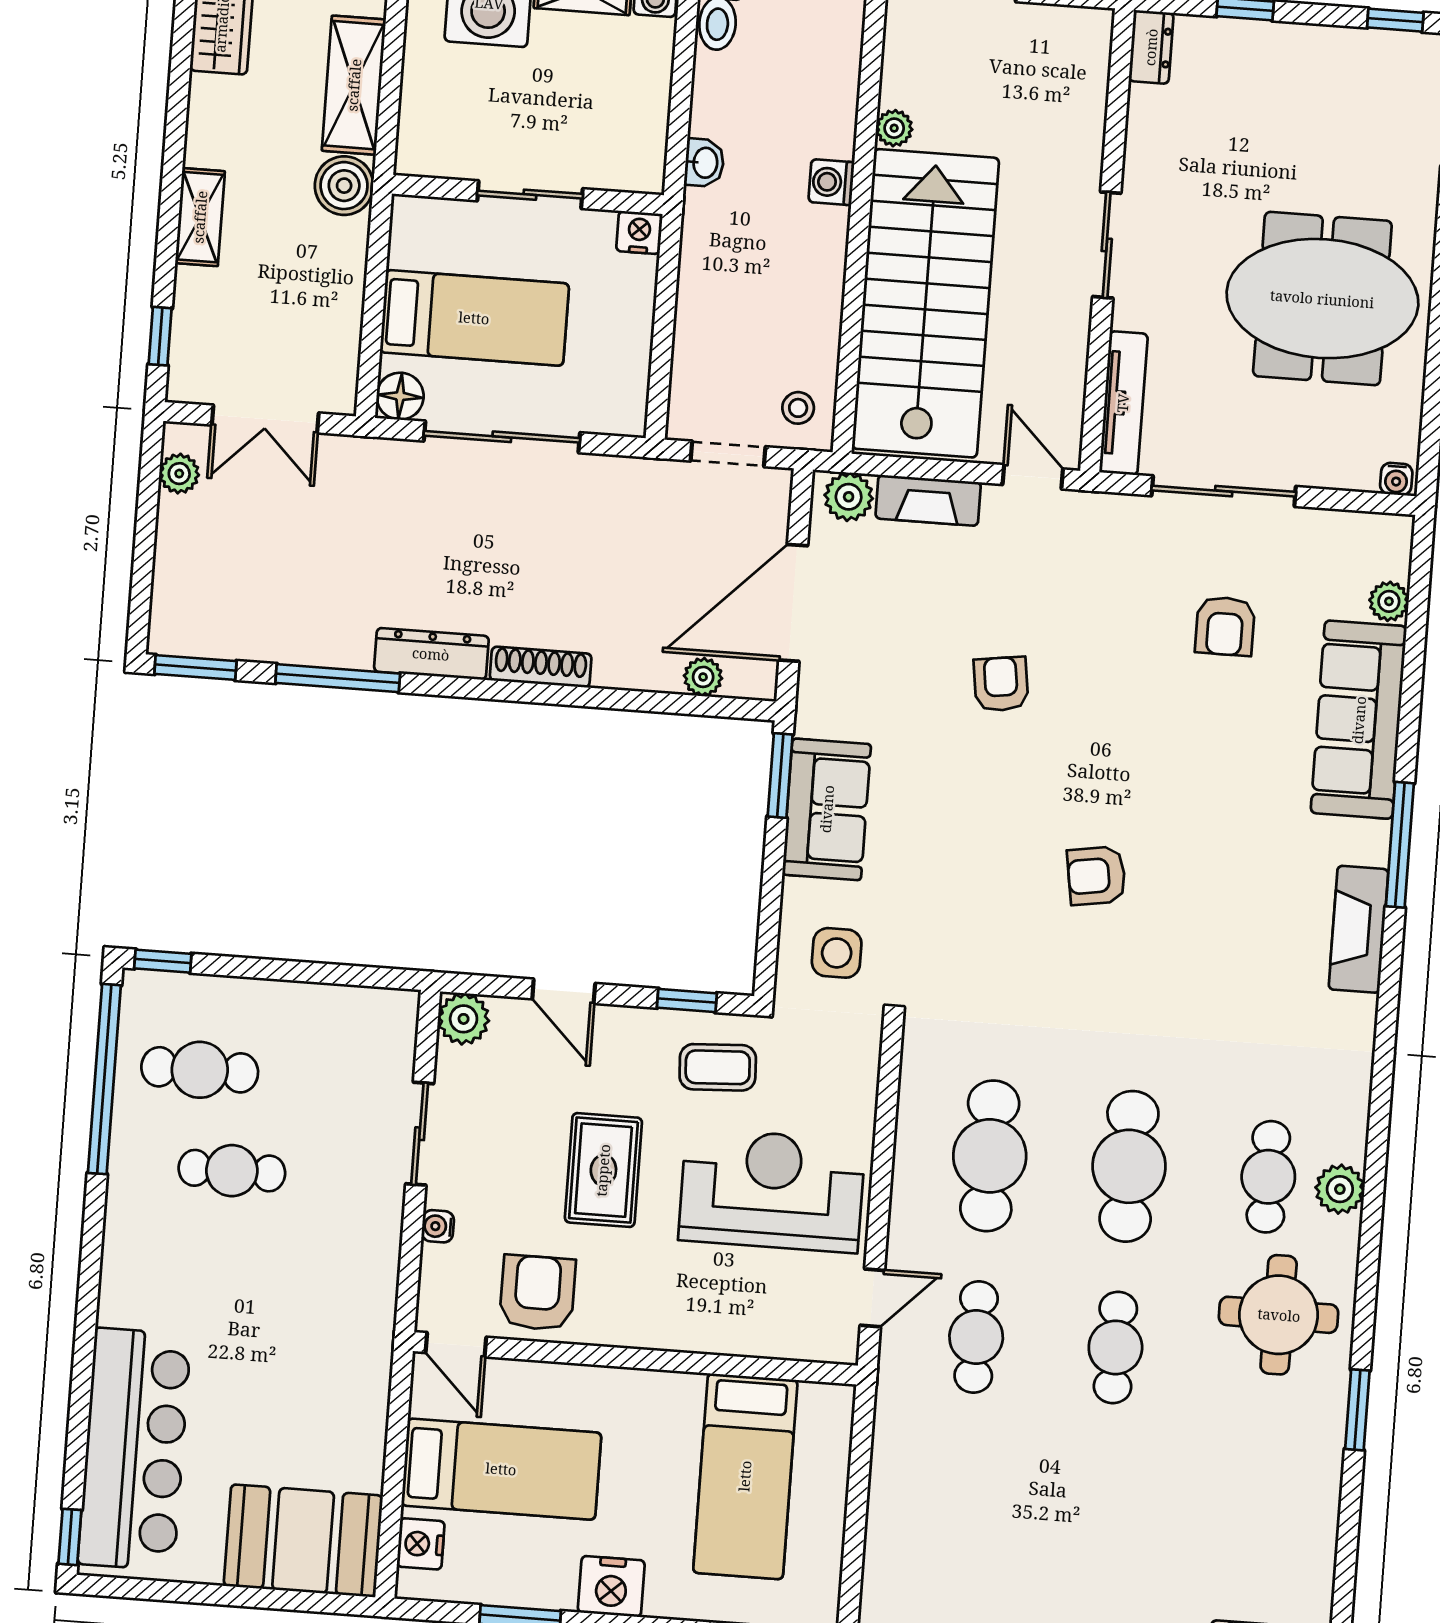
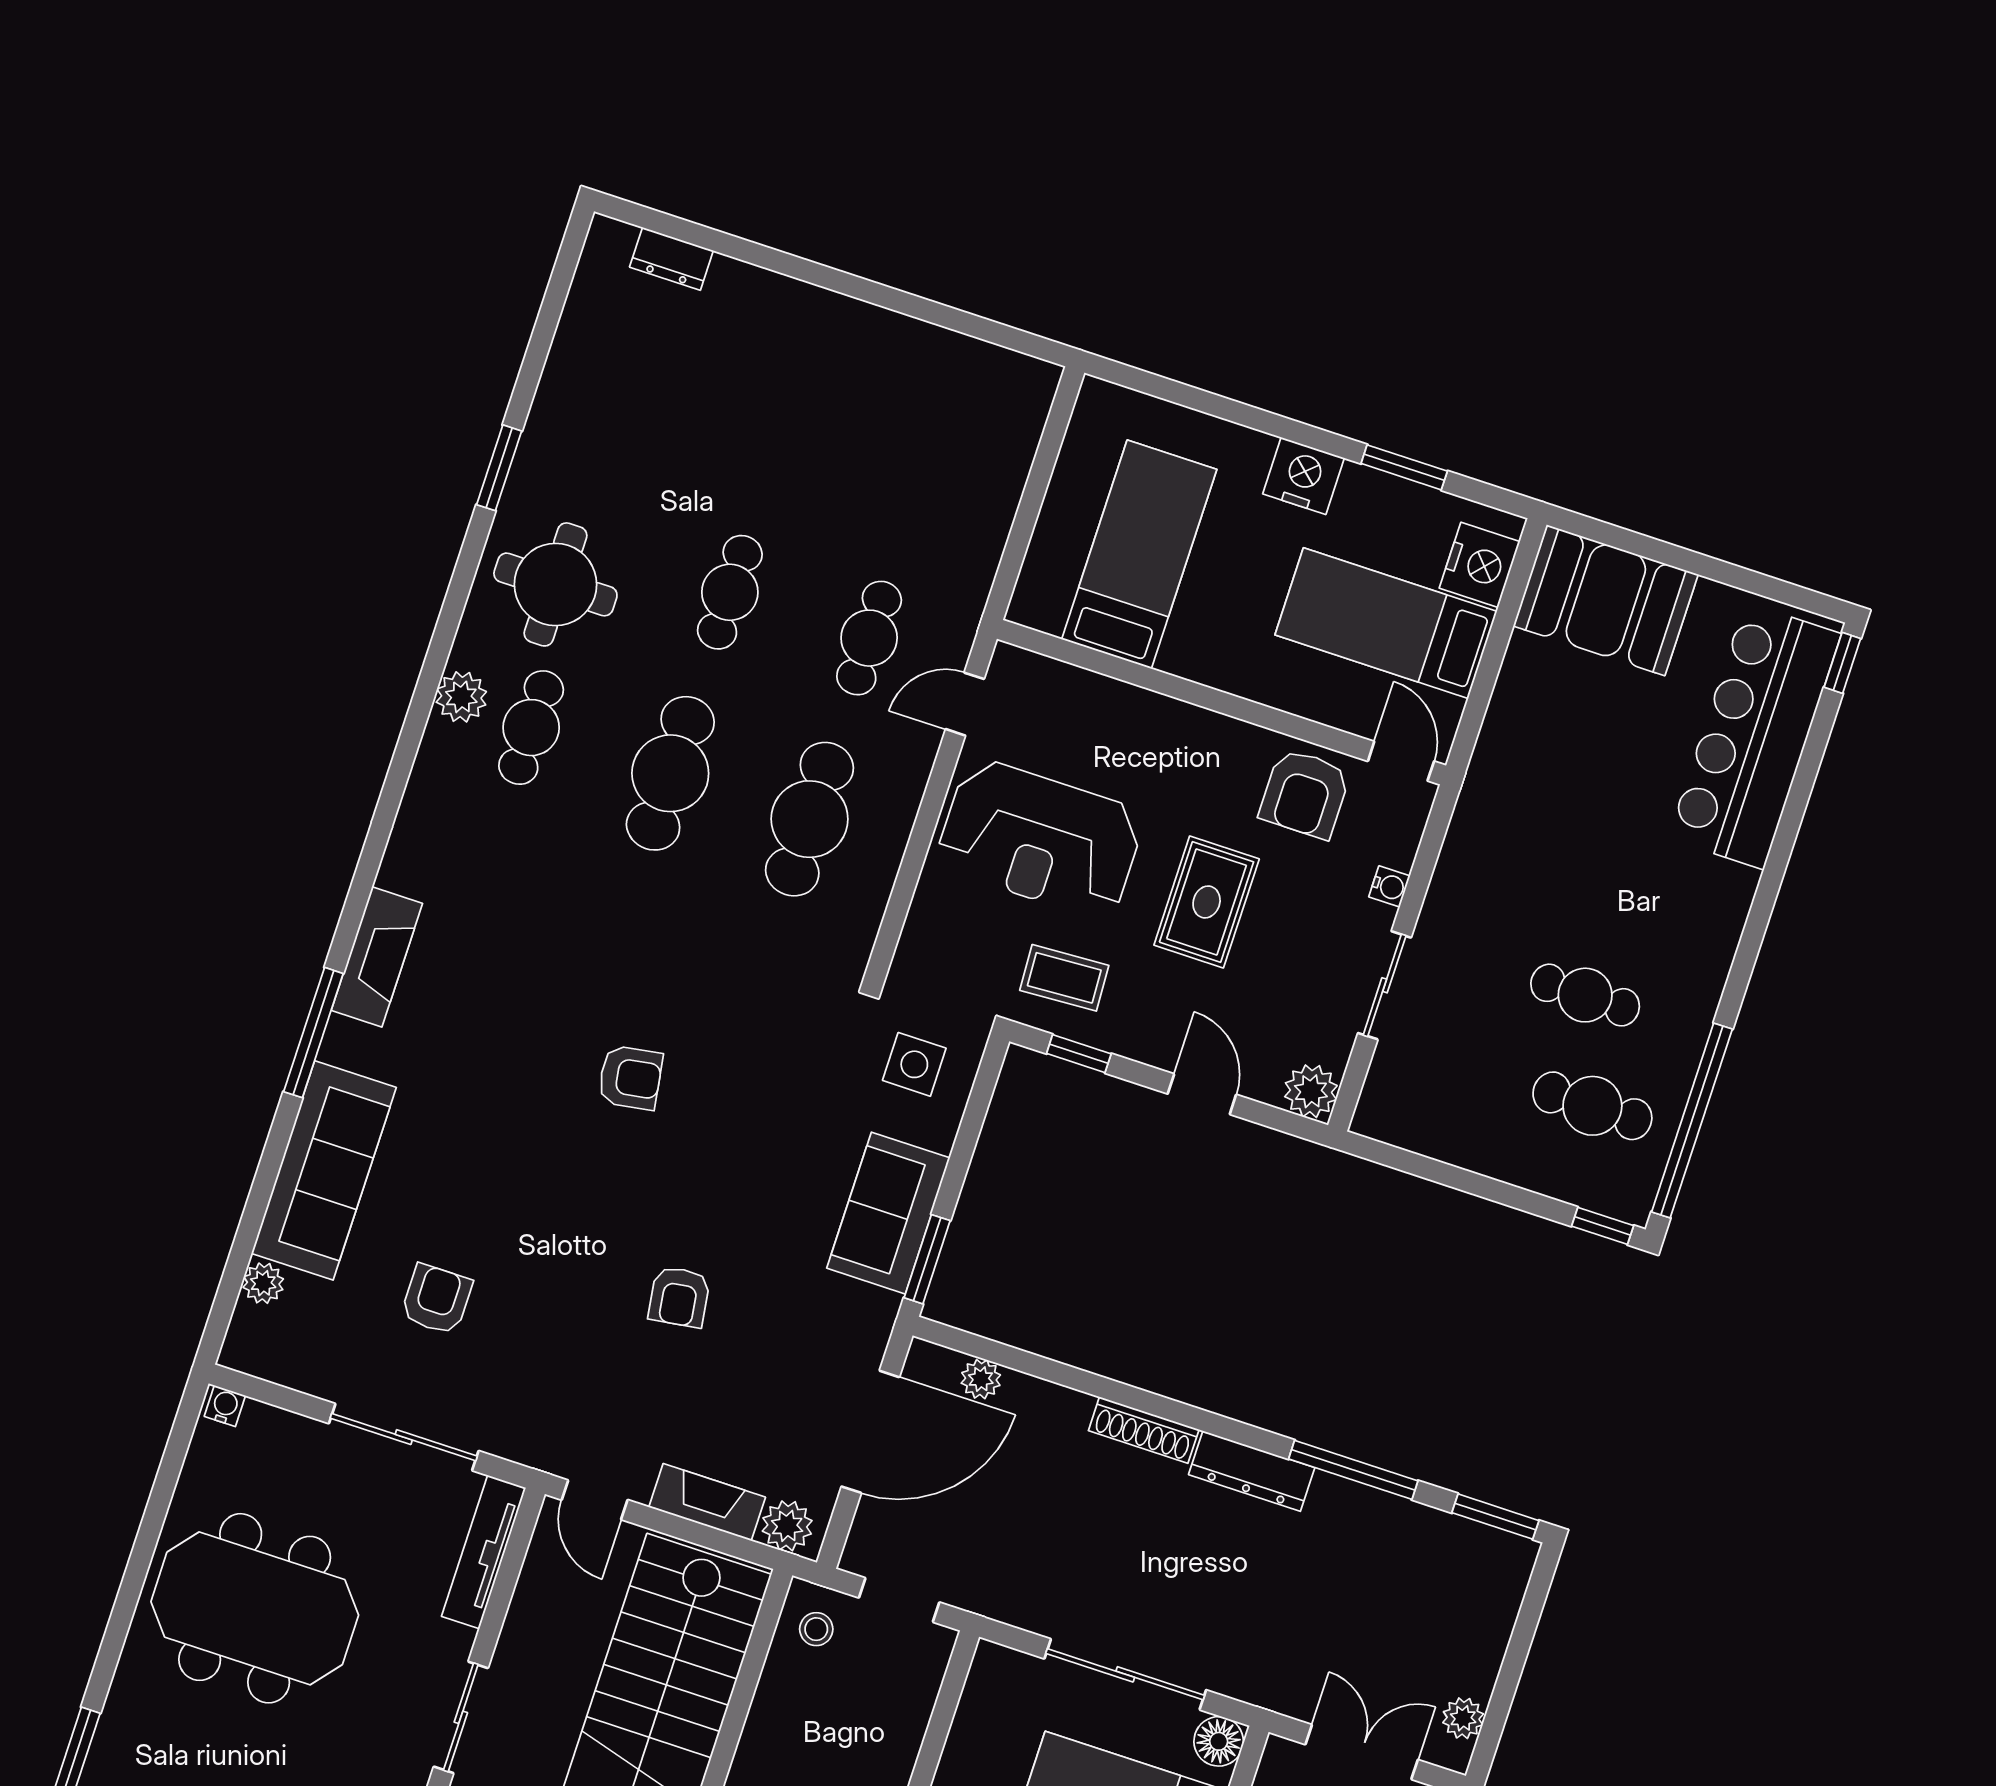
nightstand: (421, 1544) -> (1480, 565), width x1.36, depth x1.33

